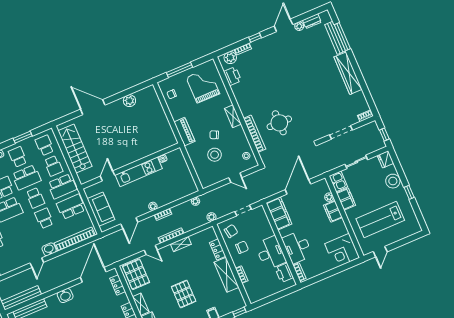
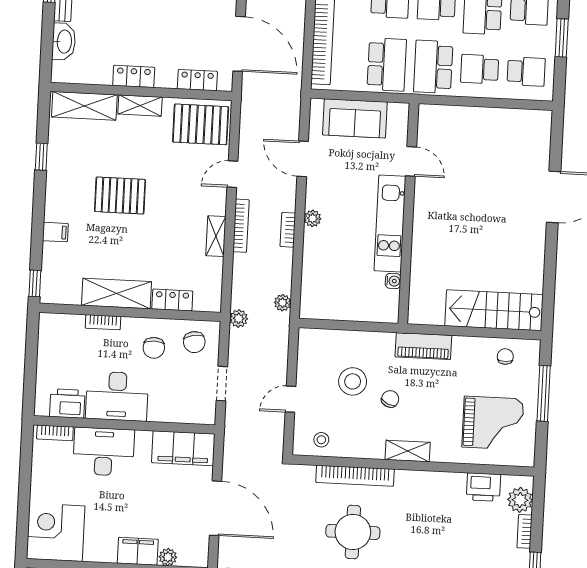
plant: (129, 101) -> (532, 272), removed
stairs: (75, 148) -> (494, 310), moved, turned 180

